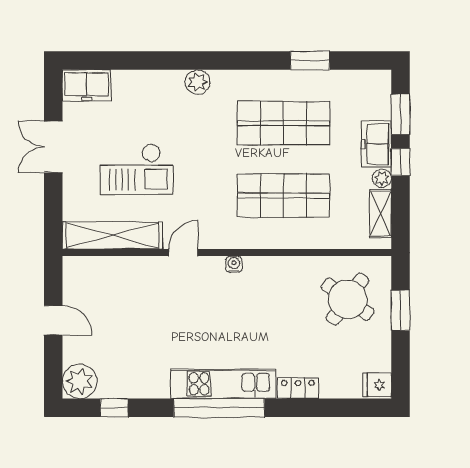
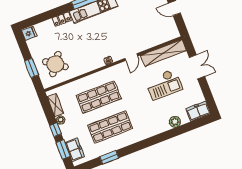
plant: (198, 82) -> (175, 122), moved
freezer: (376, 144) -> (75, 150), moved
double door: (53, 147) -> (197, 67), moved
checkout: (137, 169) -> (164, 84), turned 180

